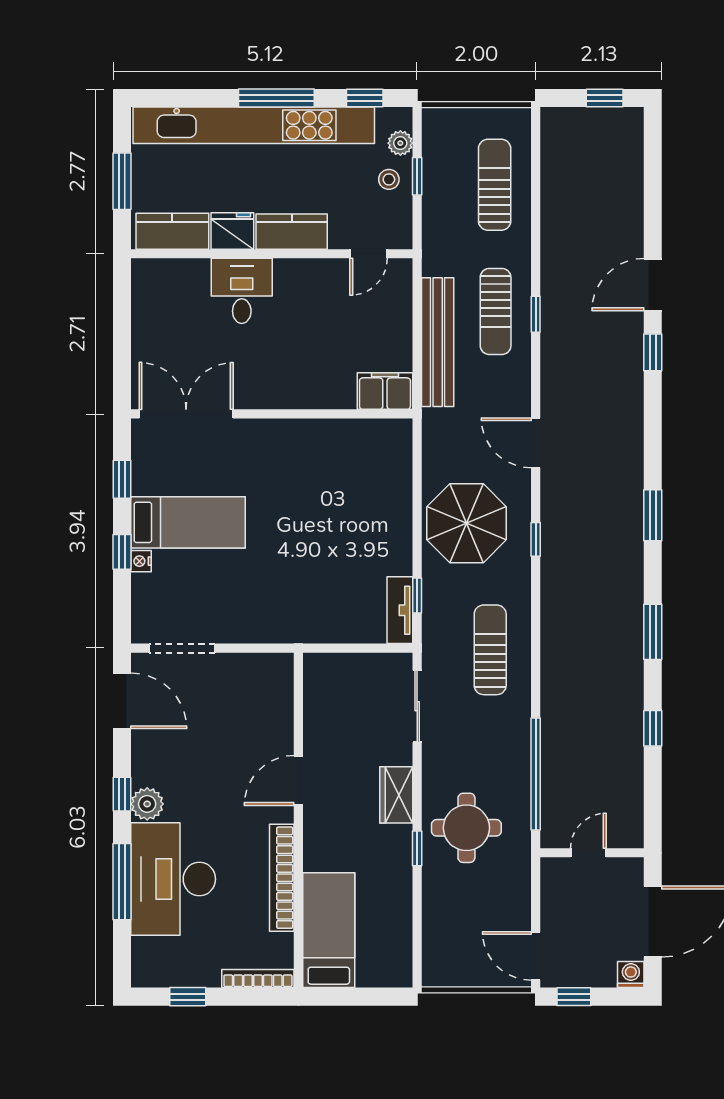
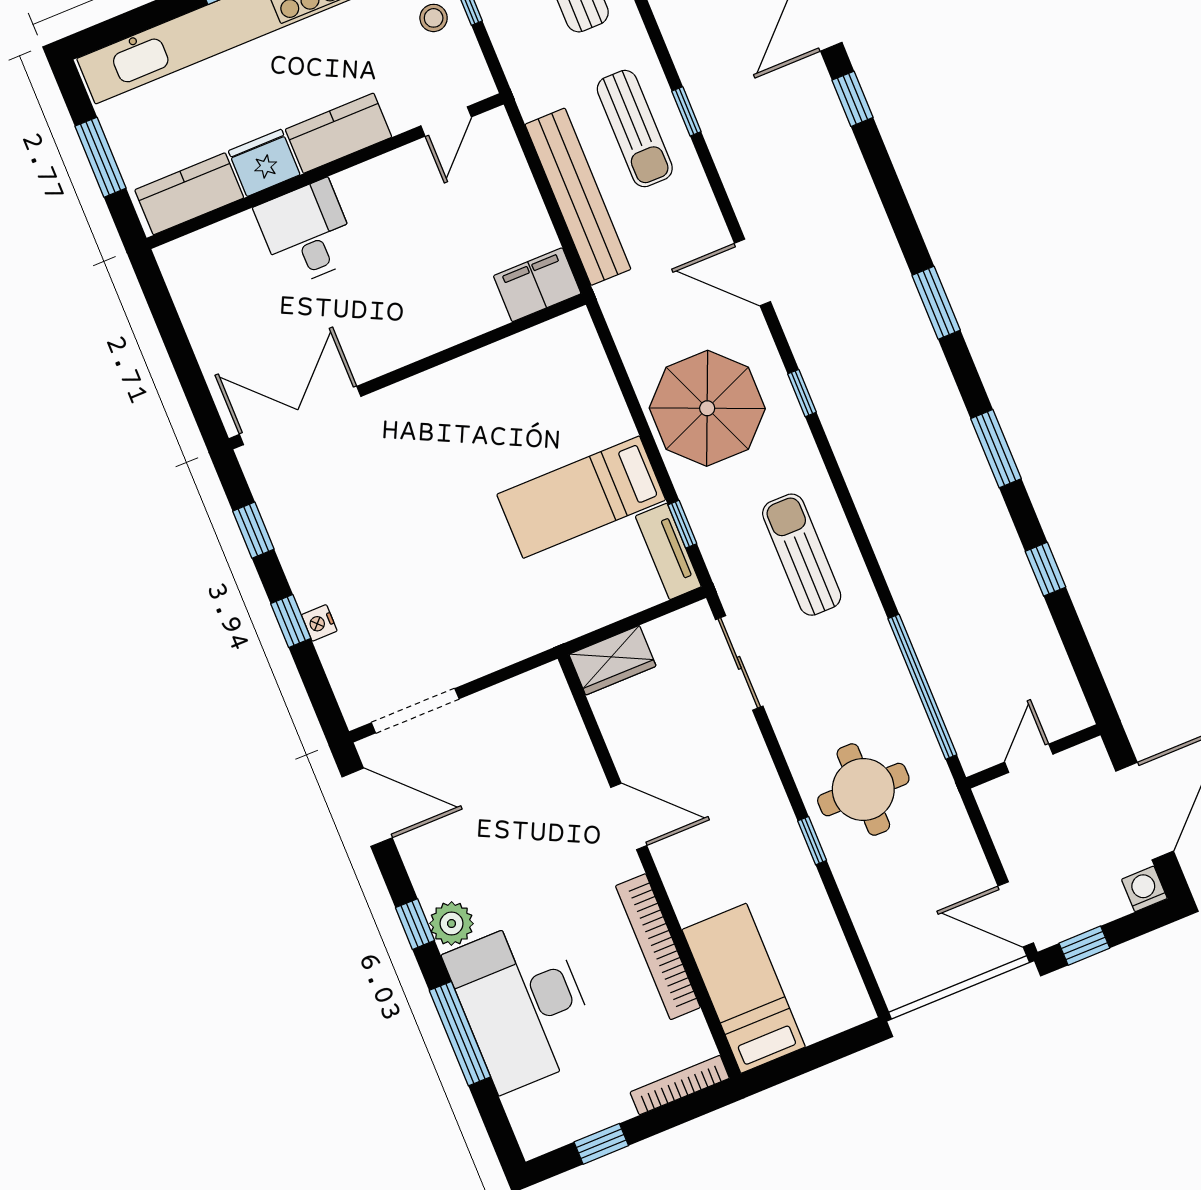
bed: (188, 522) -> (581, 497), moved, turned 180
door: (298, 780) -> (629, 817), swing flipped
wardrobe: (396, 795) -> (613, 660), moved, turned -90

